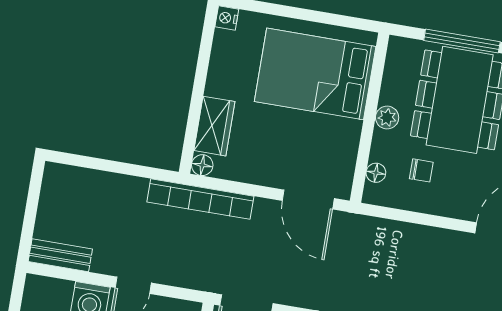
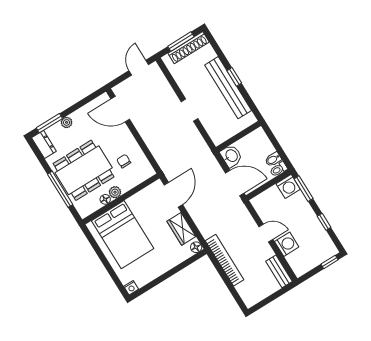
wardrobe: (214, 126) -> (181, 229), moved, turned -90
floor lamp: (376, 173) -> (105, 199), moved
bookcase: (200, 199) -> (225, 260), moved

